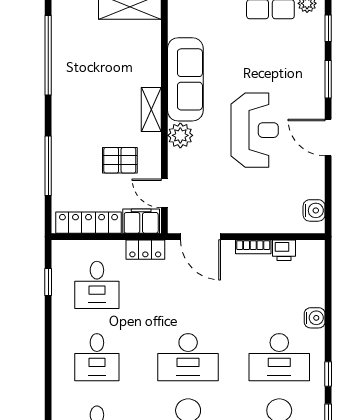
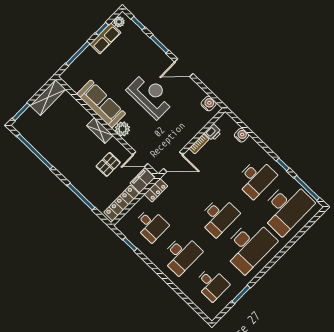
water cooler: (315, 318) -> (241, 135), moved
desk: (97, 357) -> (181, 254), width x1.37

